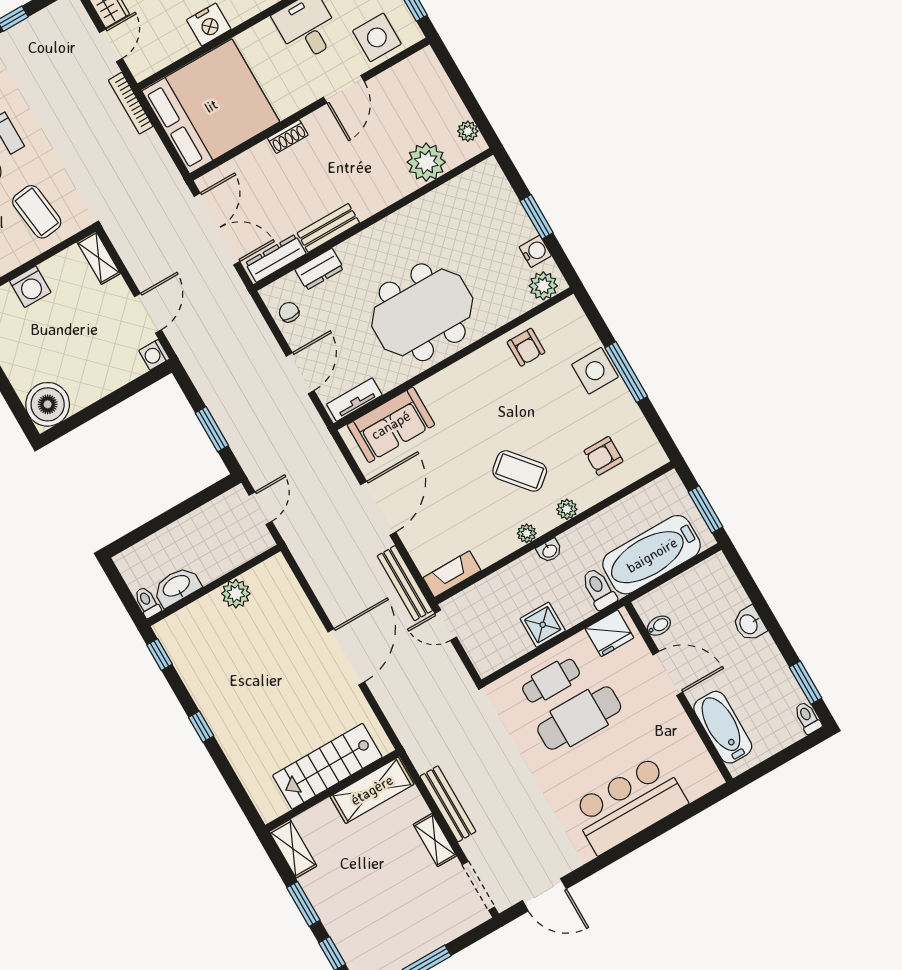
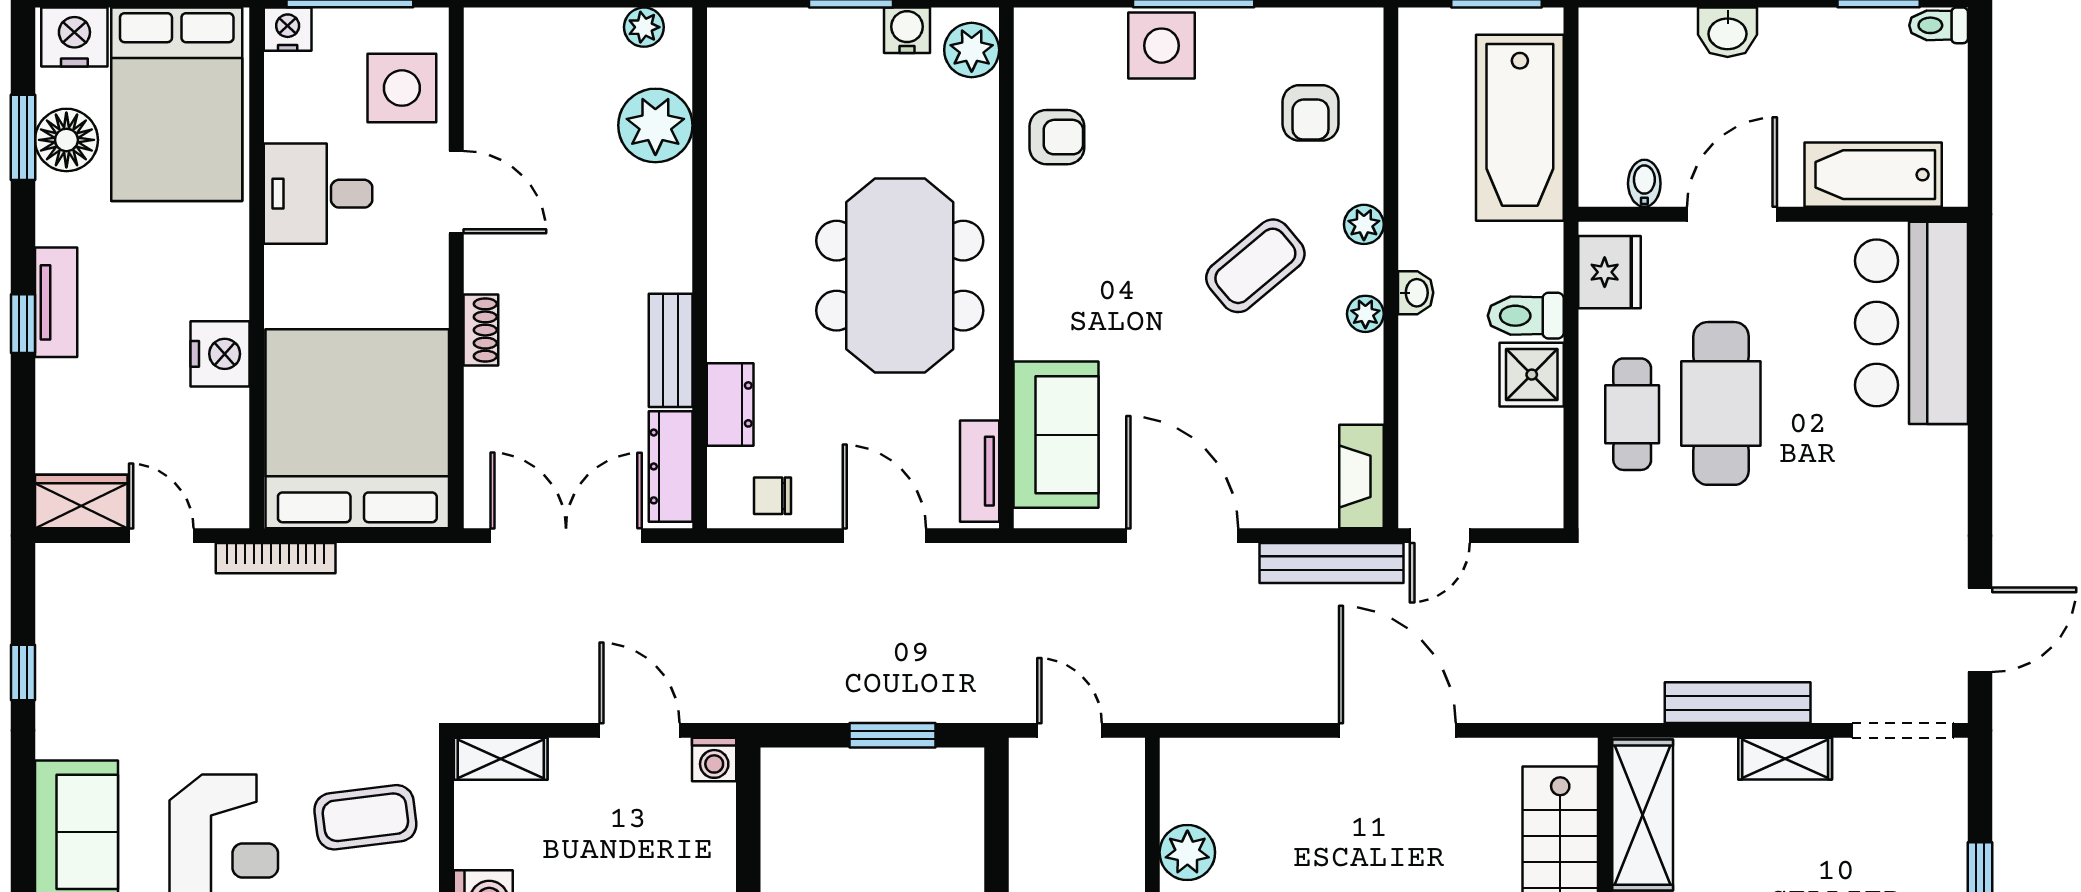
toilet: (599, 589) -> (1526, 316), moved
bar counter: (629, 805) -> (1911, 323), moved

